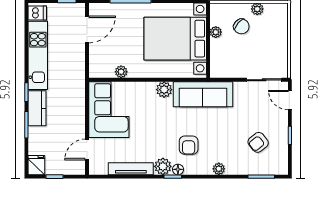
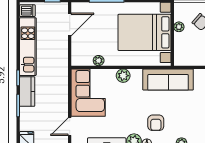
plant: (164, 90) -> (123, 76), moved

